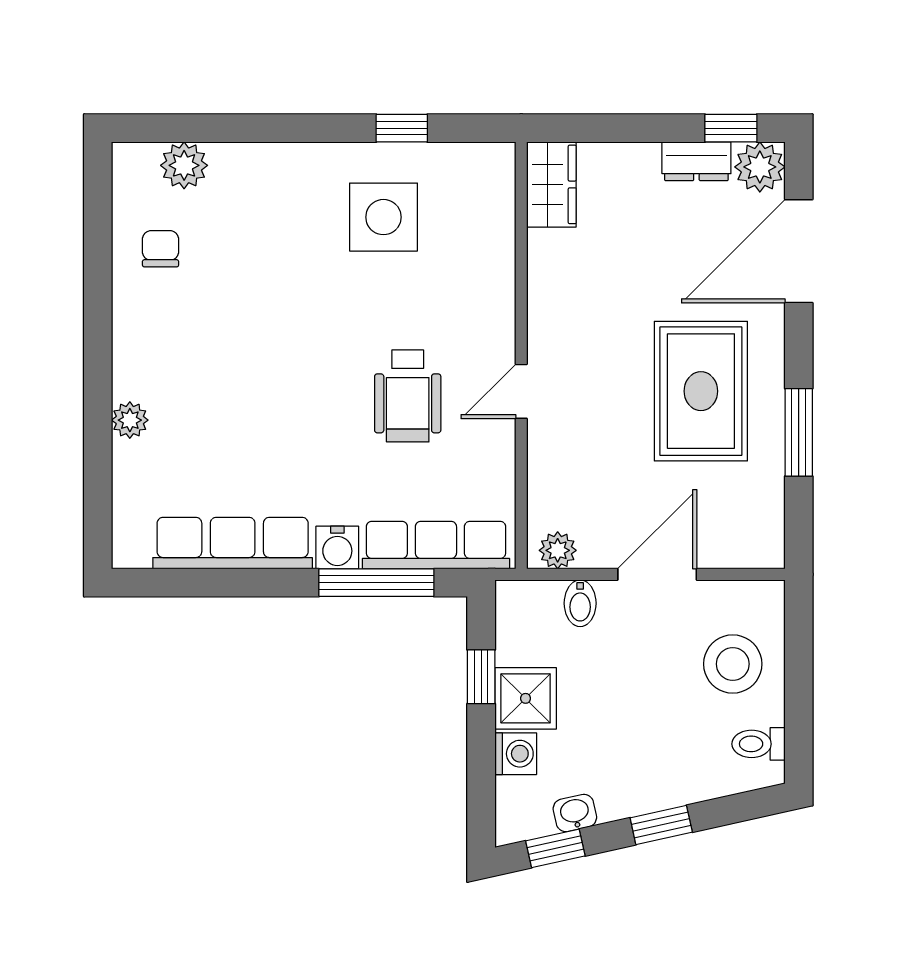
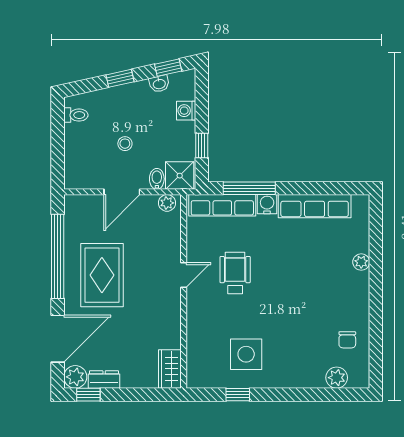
window: (799, 432) -> (58, 256), width x2.11
stool: (733, 664) -> (125, 144), moved, width x0.53, depth x0.53
shower: (526, 698) -> (180, 176), moved

